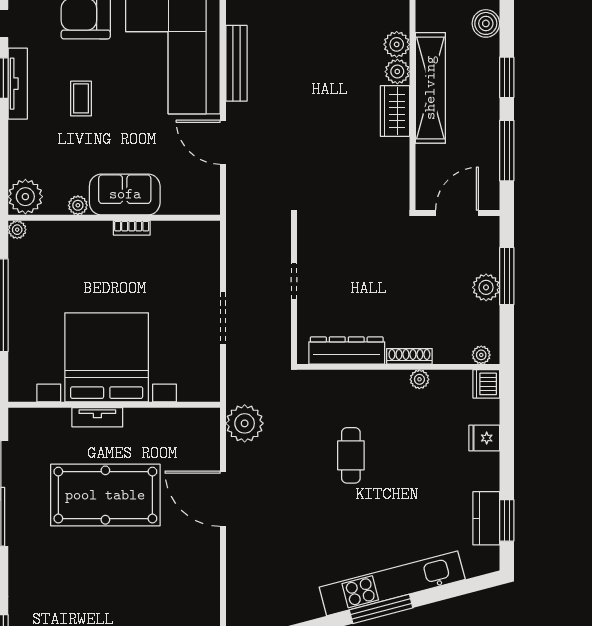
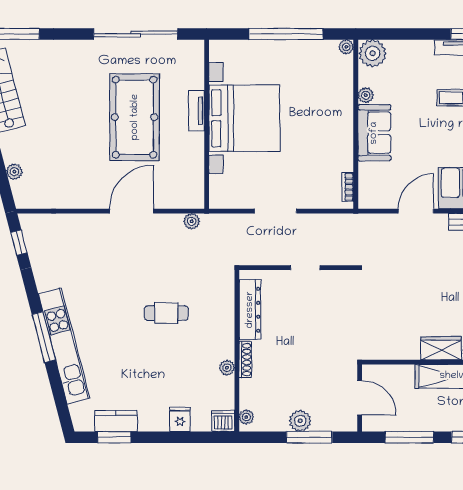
bookcase: (132, 228) -> (348, 187), moved
plant: (245, 423) -> (192, 221), width x0.53, depth x0.53

